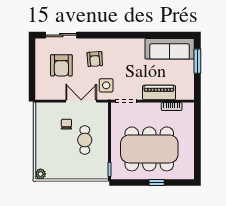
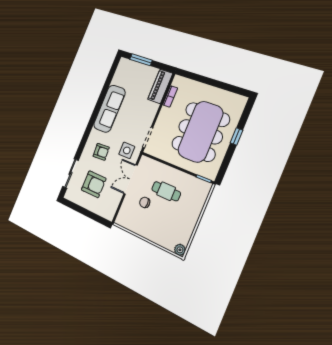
sofa: (170, 49) -> (109, 109), moved
piano: (159, 93) -> (160, 86), moved

